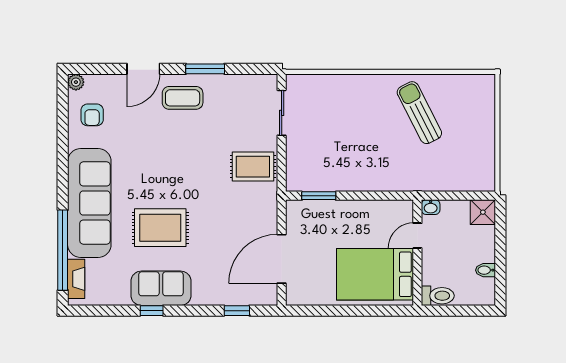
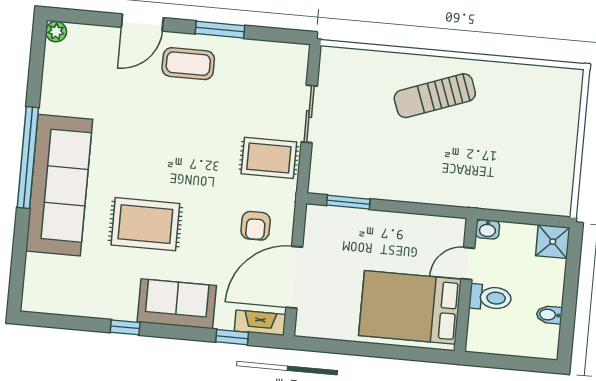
sliding door: (282, 113) -> (309, 114), moved
sun lounger: (419, 113) -> (435, 96), moved, turned -83
armchair: (92, 115) -> (256, 226), moved
window: (63, 250) -> (28, 157), moved
fireplace: (76, 279) -> (260, 323), moved, turned -90
sofa: (161, 288) -> (177, 304), moved
toilet: (438, 296) -> (490, 298), moved

